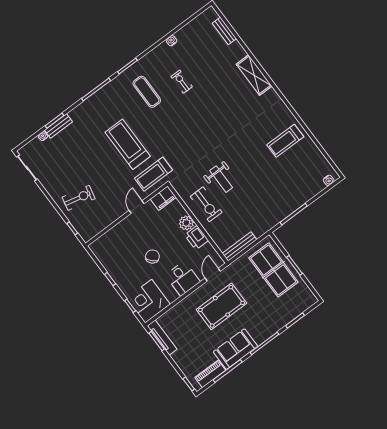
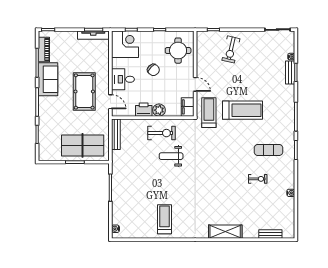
exercise bike: (206, 204) -> (162, 133), turned 180
round table: (117, 247) -> (178, 51), added

